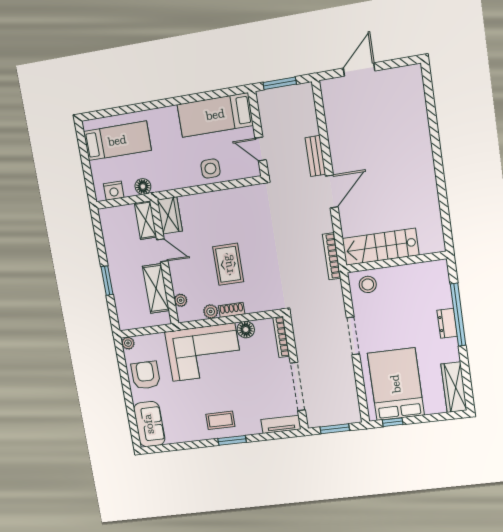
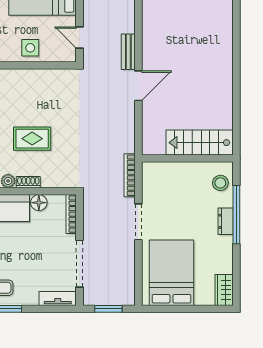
stairs: (380, 247) -> (200, 143), moved
bookcase: (332, 256) -> (130, 175), moved
rug: (228, 264) -> (32, 139), turned 90
stool: (368, 284) -> (220, 183), moved
wardrobe: (454, 387) -> (224, 290), width x0.67
window: (393, 422) -> (164, 309), removed

